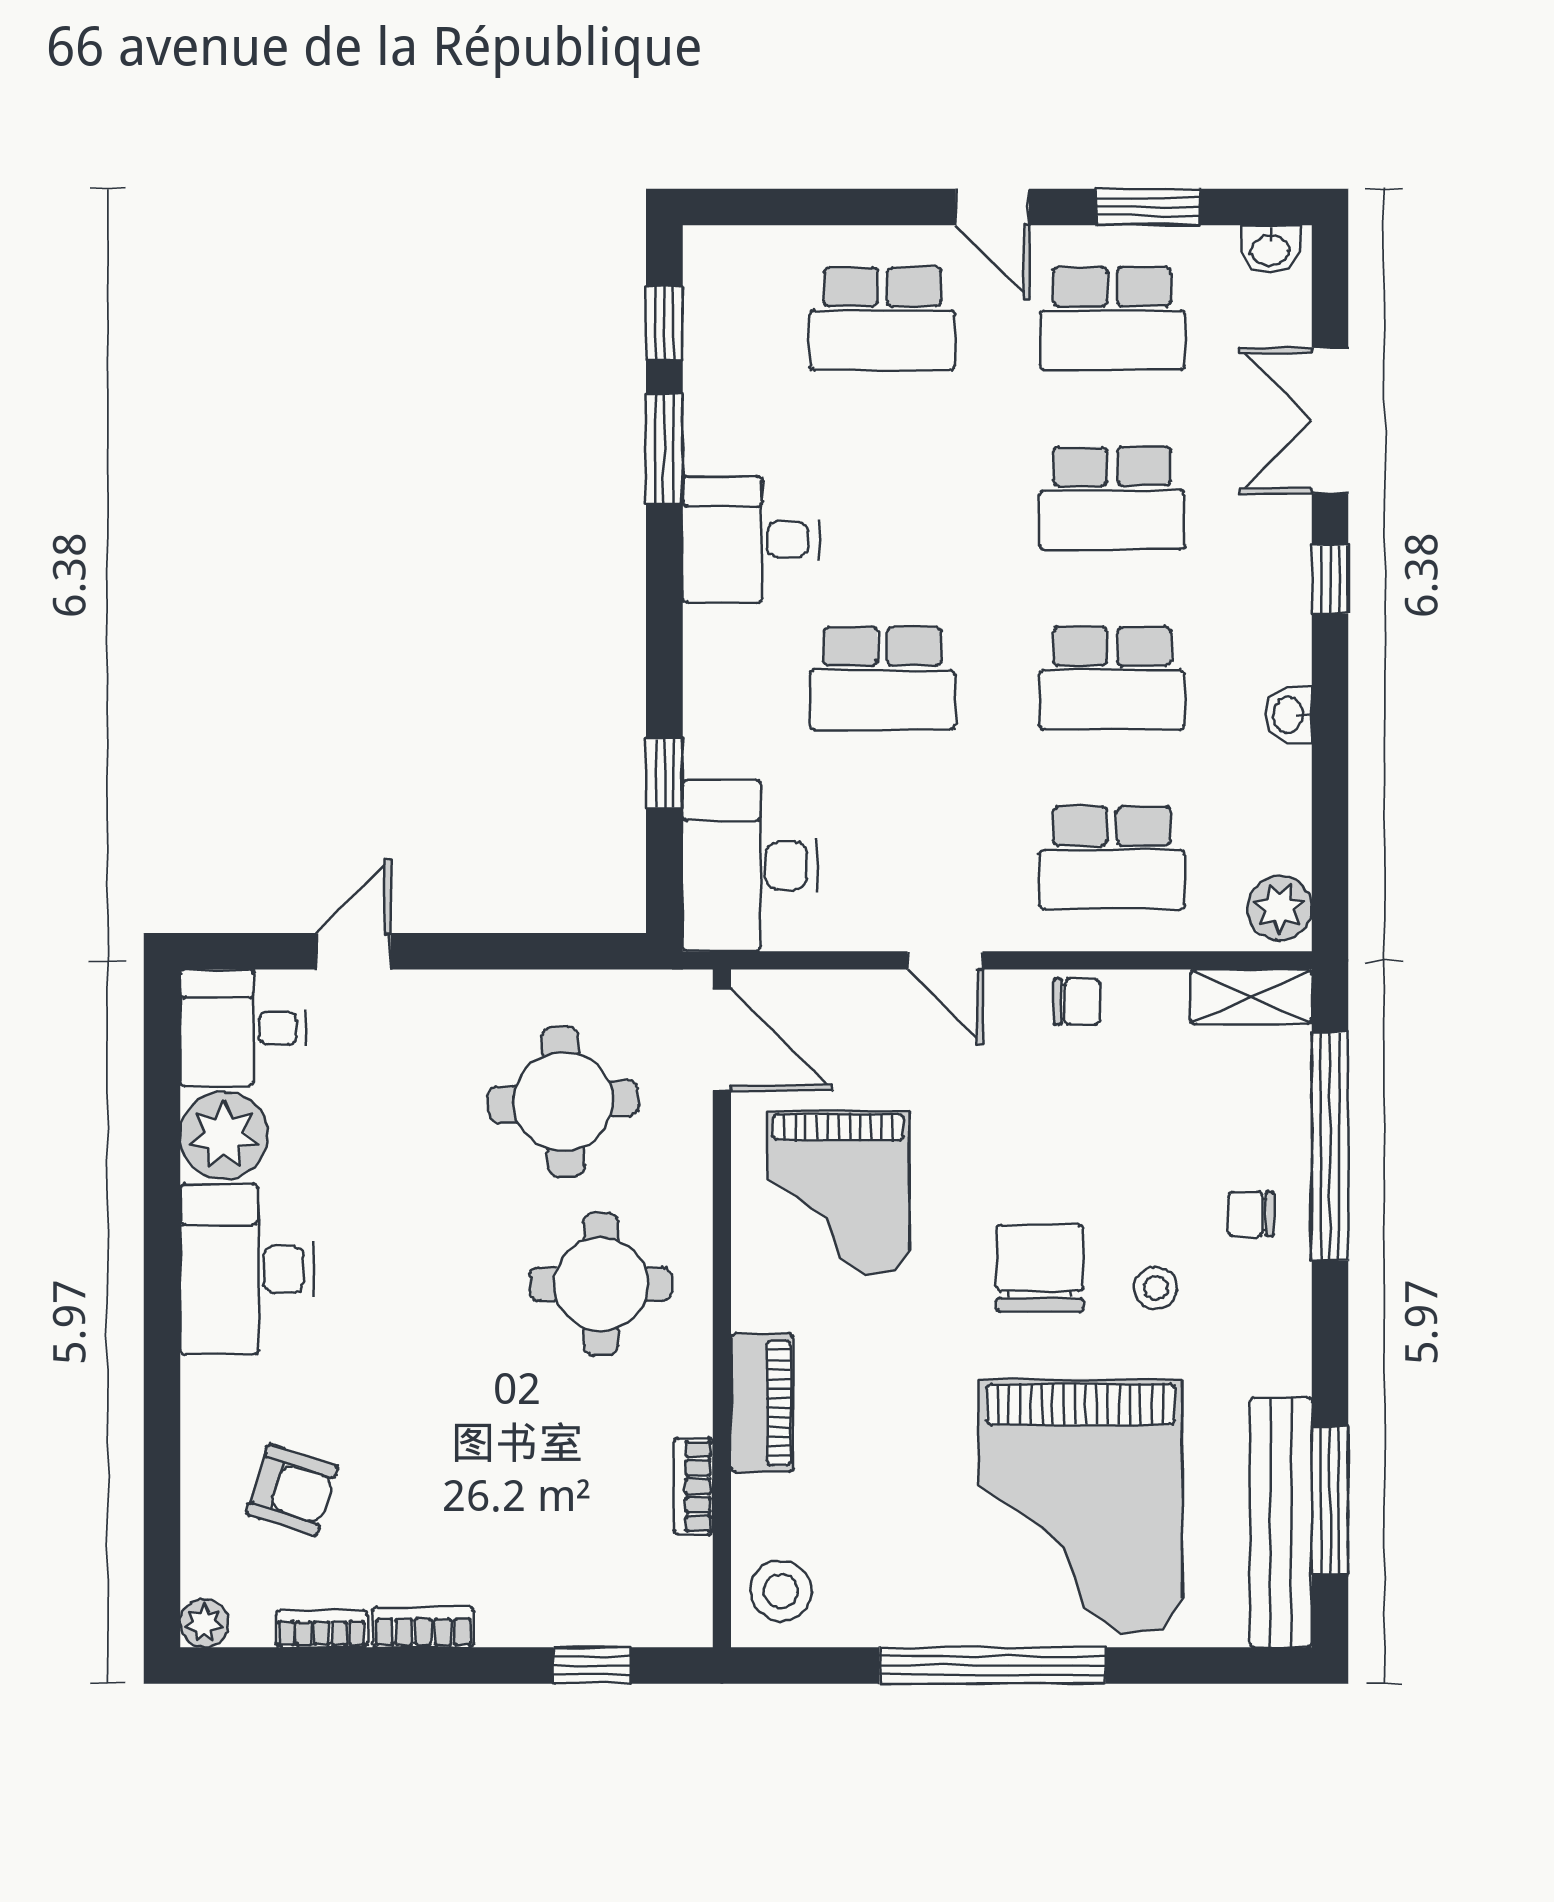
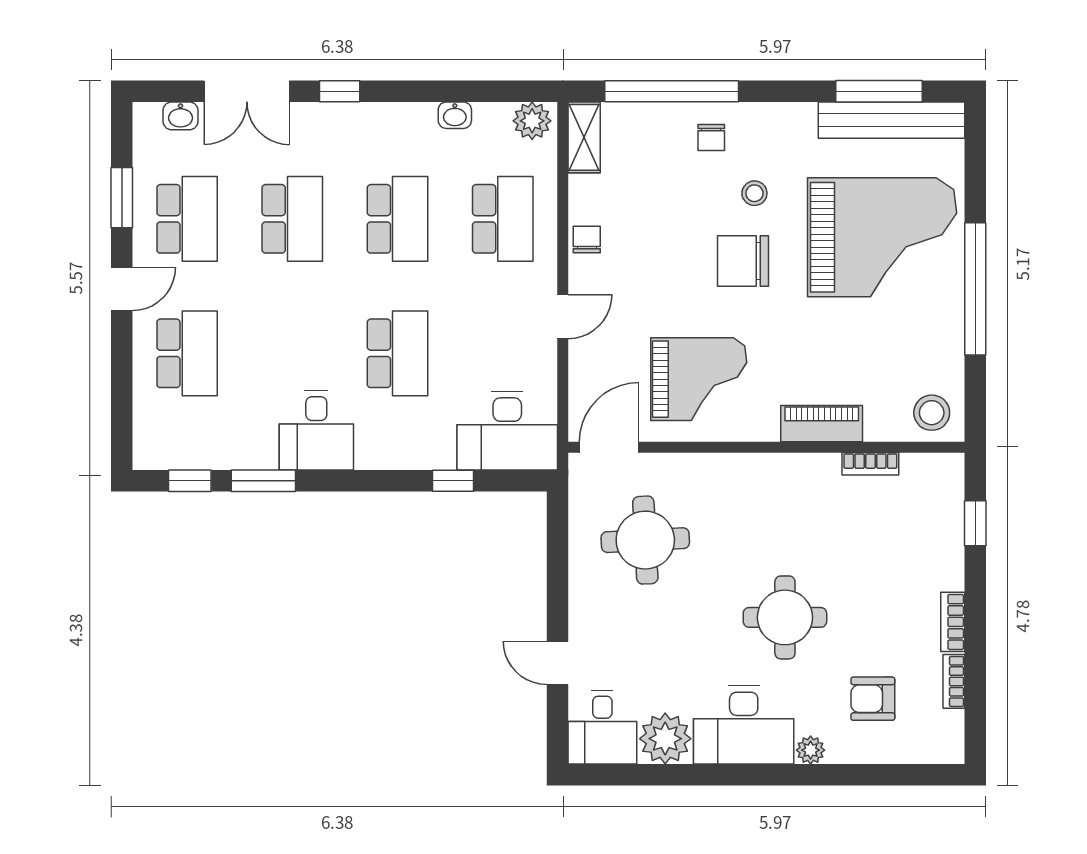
washbasin: (1270, 249) -> (181, 116), moved, turned 90
washbasin: (1289, 715) -> (455, 115), moved
round table: (601, 1284) -> (785, 617), moved
armchair: (292, 1490) -> (873, 699), turned -108
plant: (204, 1623) -> (811, 750), moved

